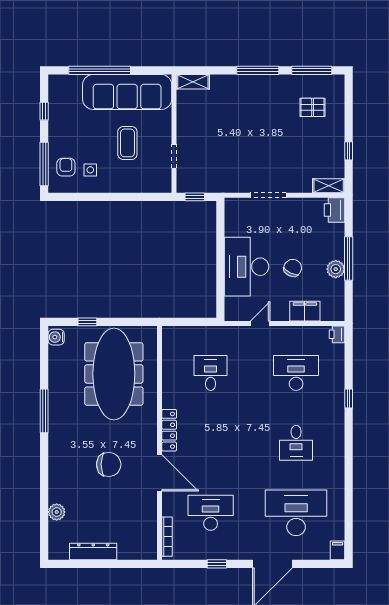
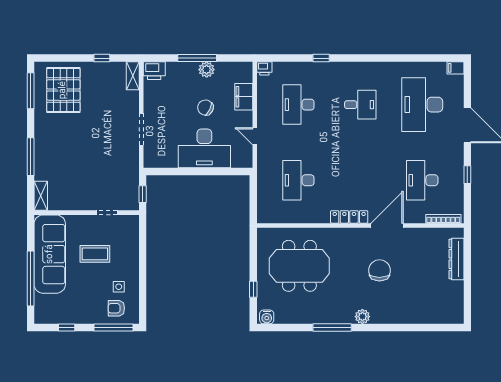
window: (258, 70) -> (31, 157), moved
pallet: (313, 107) -> (63, 90), width x2.05, depth x2.00
desk: (211, 373) -> (298, 180), width x1.37
meeting table: (114, 374) -> (299, 266), width x0.73
plant: (57, 512) -> (362, 317), moved
dresser: (93, 551) -> (456, 259), moved

